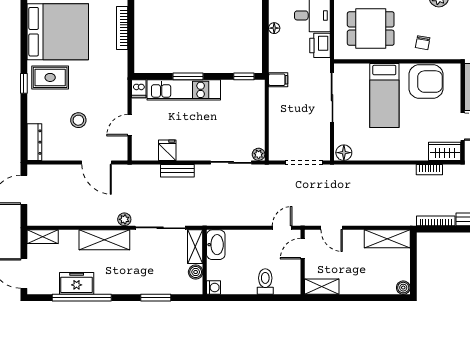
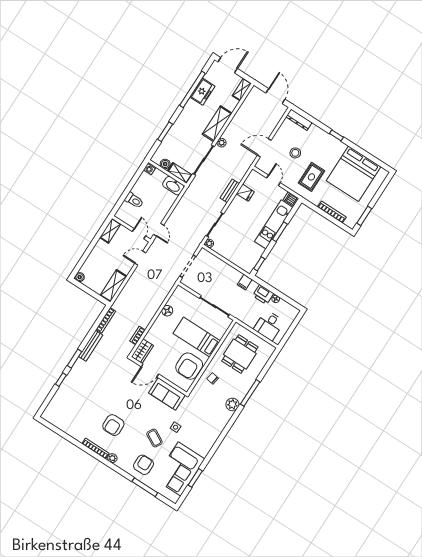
printer: (320, 45) -> (263, 295), moved, turned 180
rug: (50, 77) -> (311, 177), moved
floor lamp: (344, 153) -> (167, 311), moved

